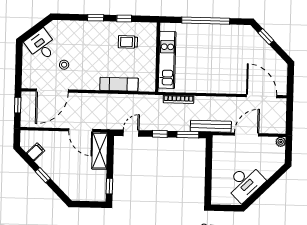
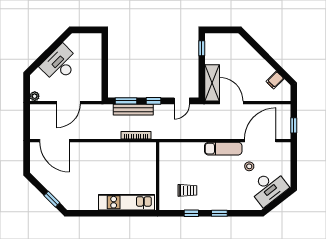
window: (206, 21) -> (111, 213), removed
desk: (41, 45) -> (269, 188), width x1.37
kitchen unit: (167, 60) -> (126, 202), moved, turned 90
exam couch: (119, 84) -> (223, 149), moved
bench: (211, 126) -> (133, 110), moved
window: (43, 175) -> (267, 57), removed
desk: (245, 183) -> (60, 64), moved

